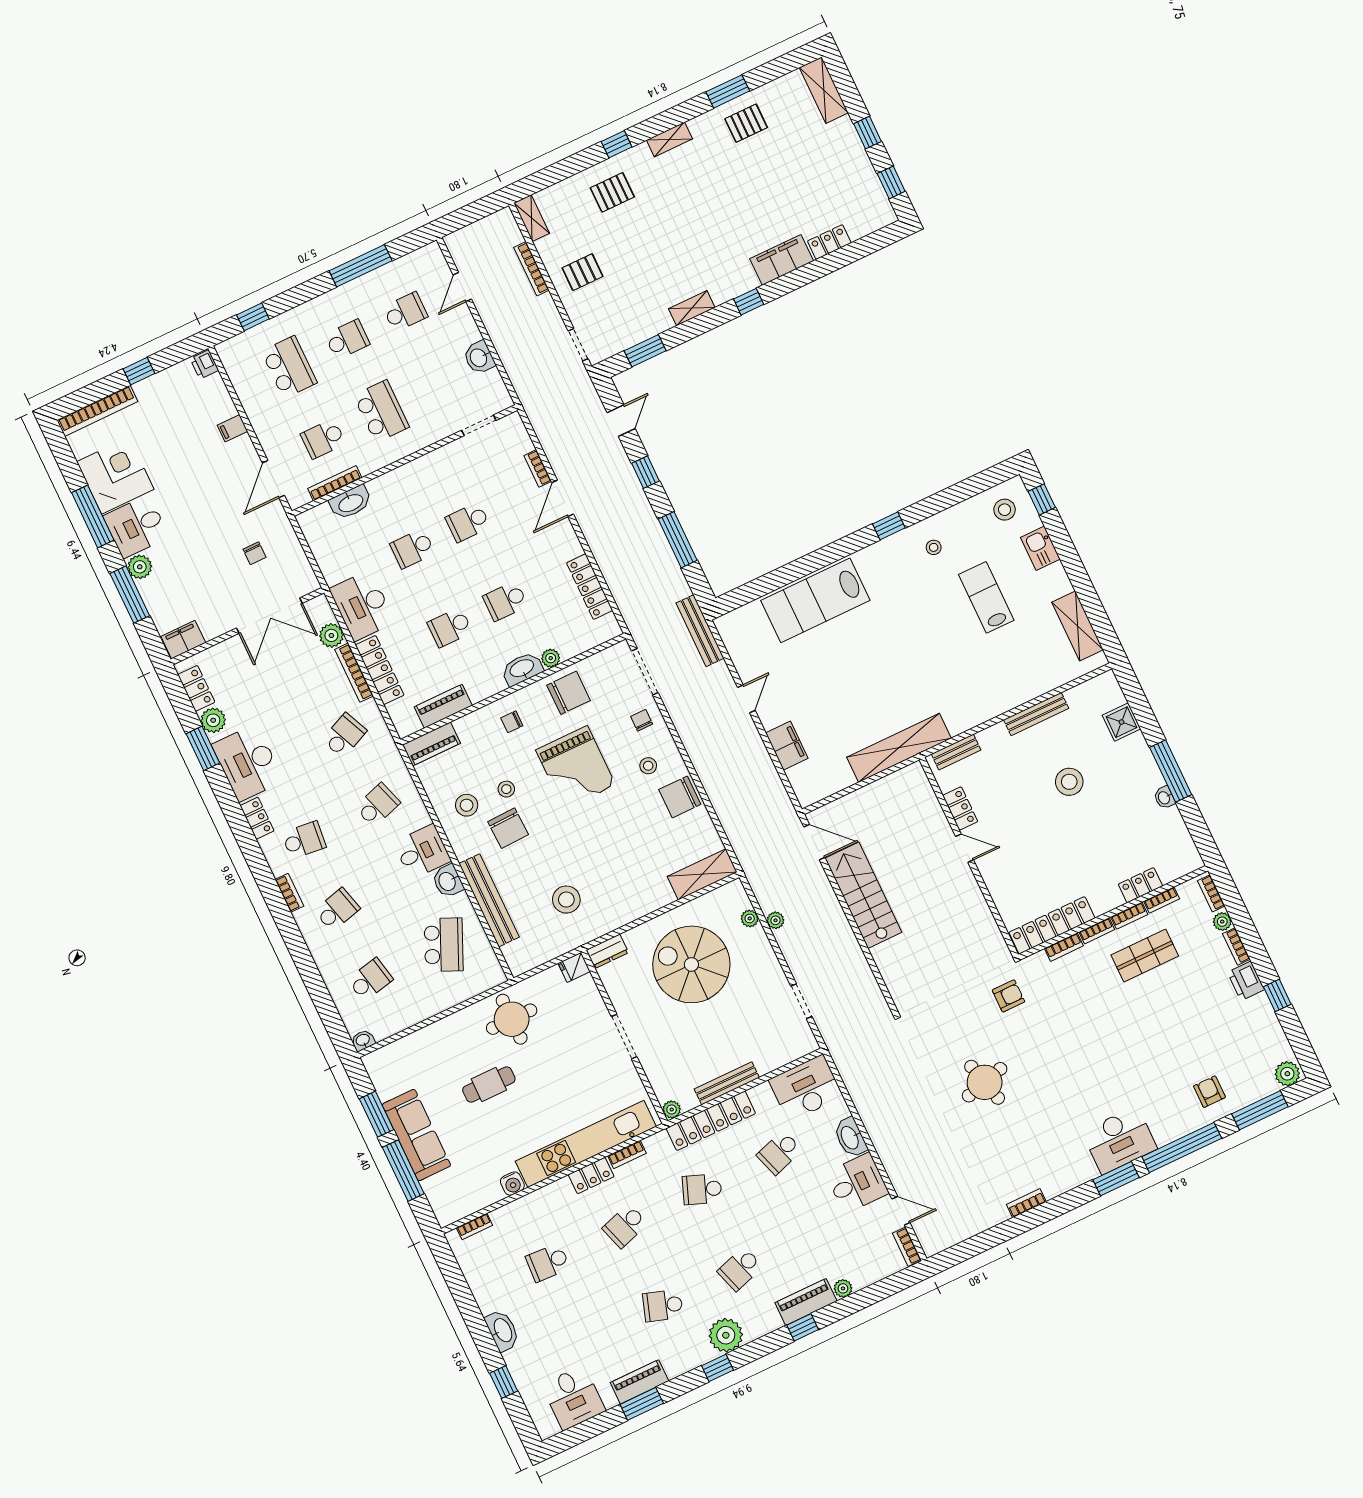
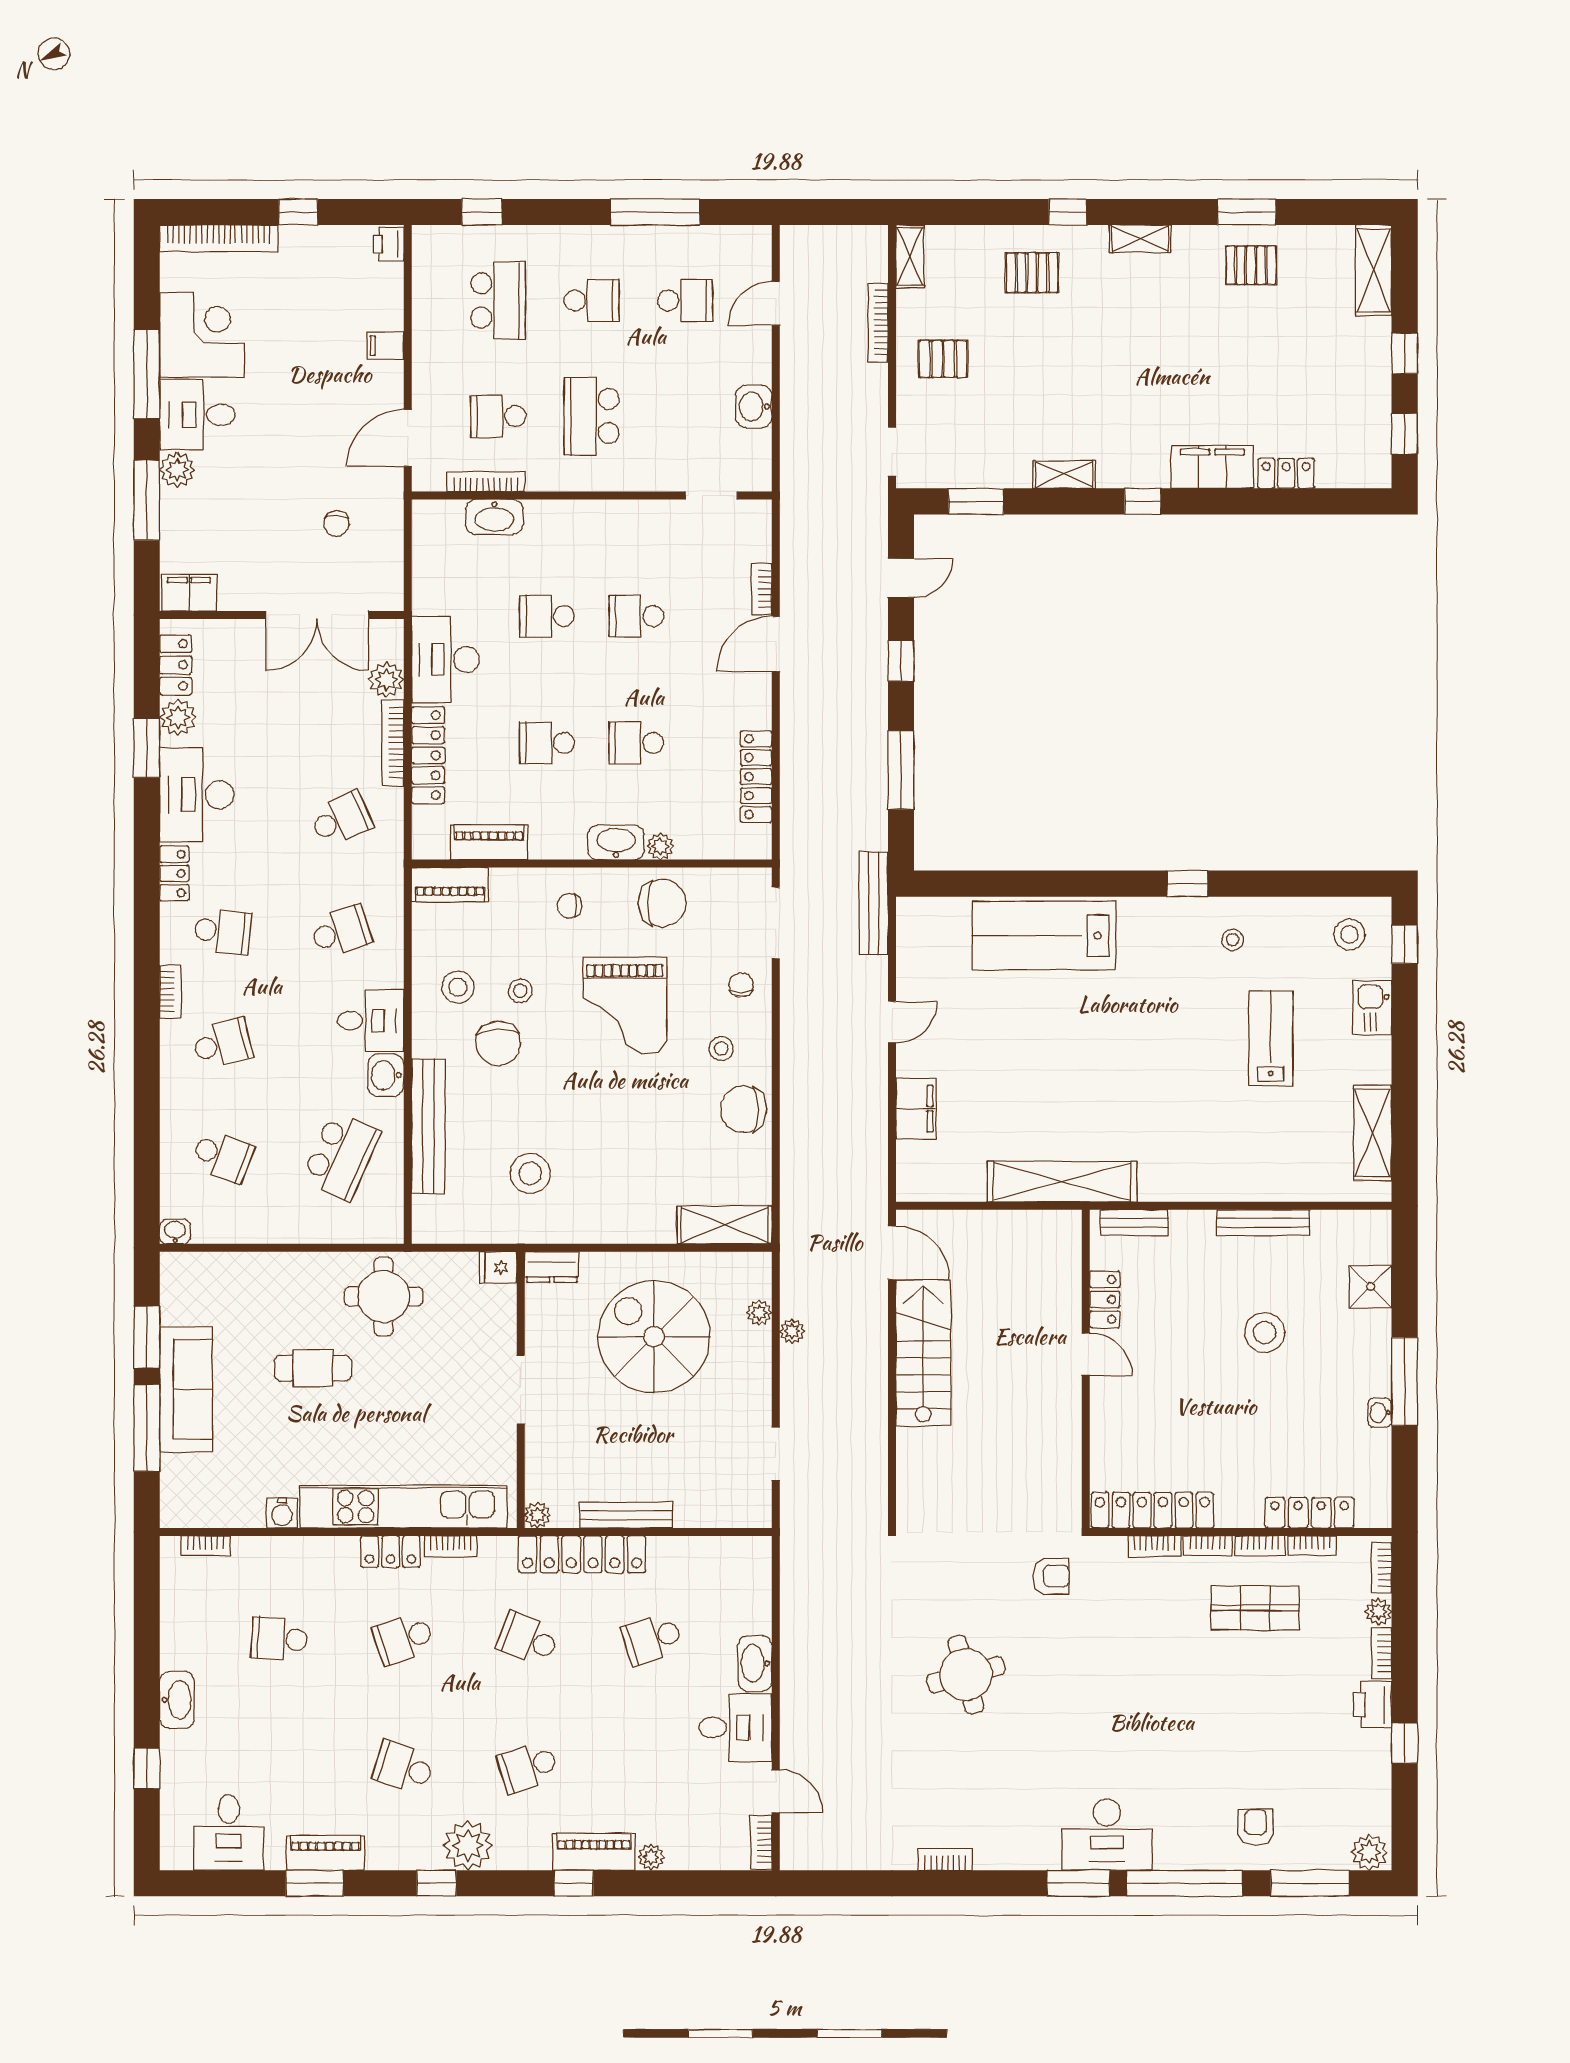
school desk: (381, 411) -> (592, 416), turned 180
locker: (1140, 885) -> (1310, 1513), width x1.53
school desk: (370, 980) -> (223, 1156), turned 33
desk: (806, 1088) -> (727, 1571), removed

